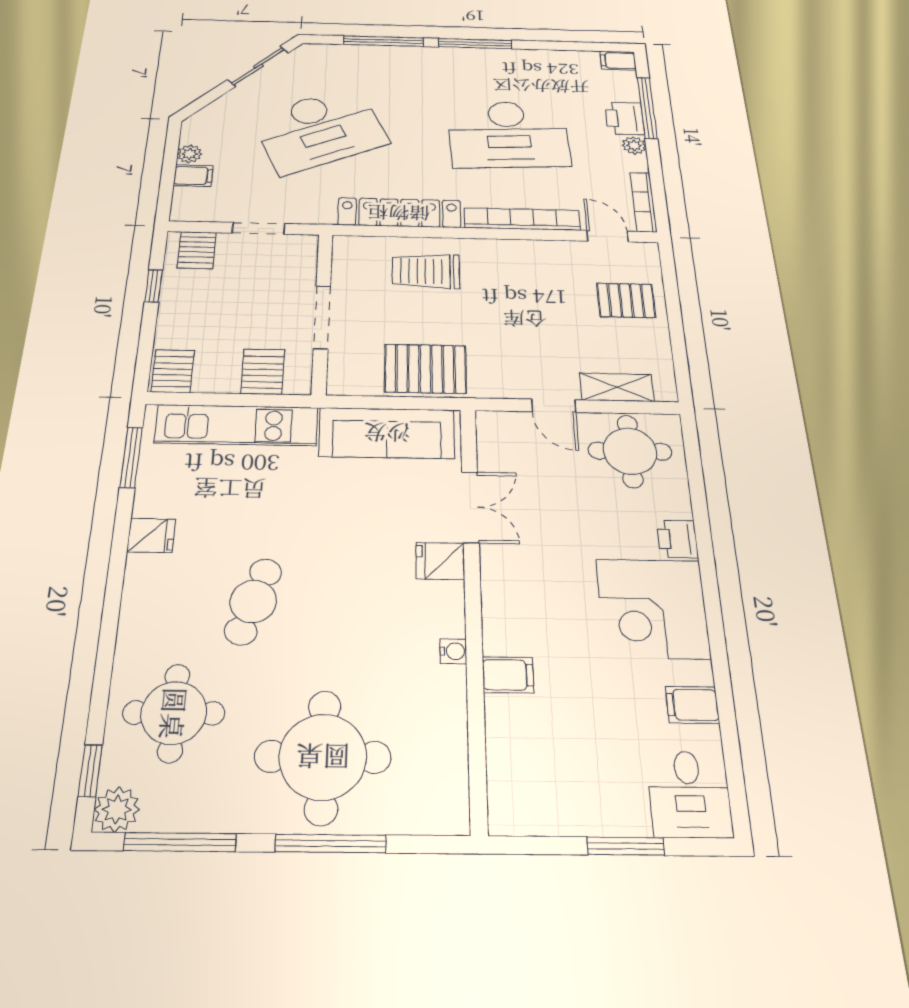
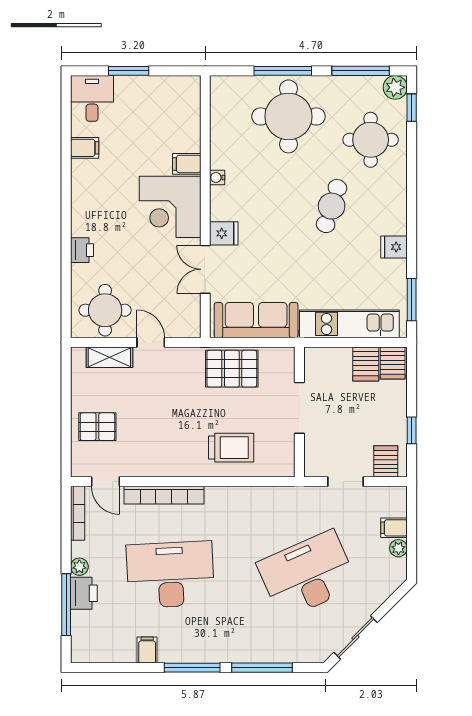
filing cabinet: (618, 61) -> (147, 650), moved, turned -90
locker: (399, 213) -> (249, 498), removed
server rack: (263, 372) -> (366, 364), moved
corner desk: (653, 608) -> (170, 207), moved, turned 180

